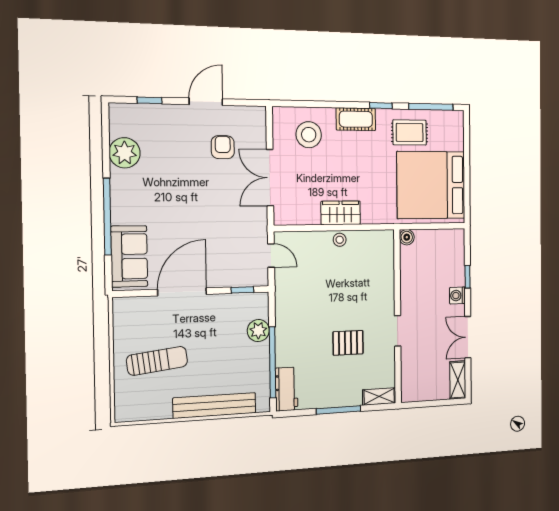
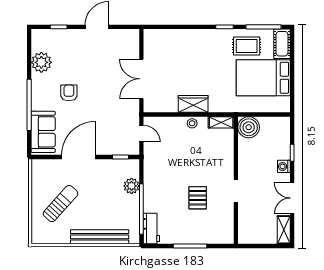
cot: (356, 119) -> (282, 44), moved, turned 90
stool: (309, 135) -> (170, 49), removed
armchair: (223, 147) -> (69, 93), moved
bed: (431, 185) -> (263, 78), width x0.73
boiler: (407, 237) -> (249, 127), width x1.86, depth x1.86
pallet: (348, 343) -> (198, 198), turned 90
sun lounger: (157, 361) -> (61, 204), turned -41
shelving: (379, 397) -> (221, 122), moved

